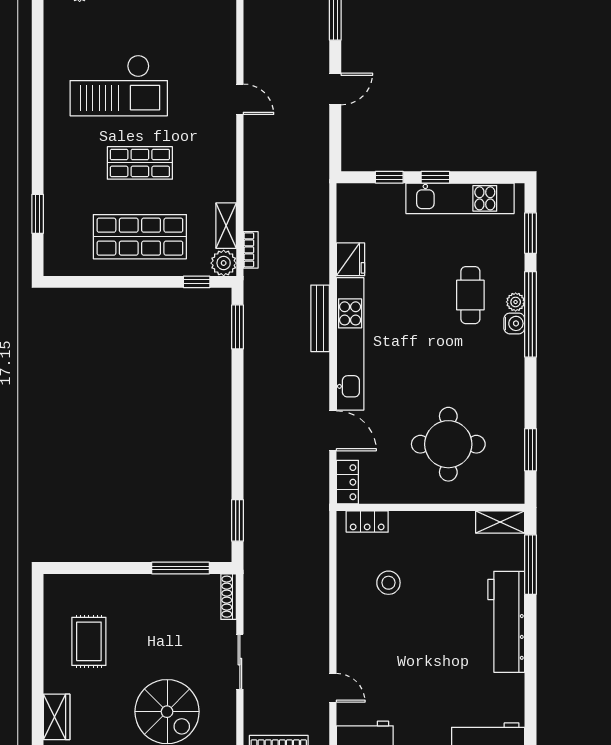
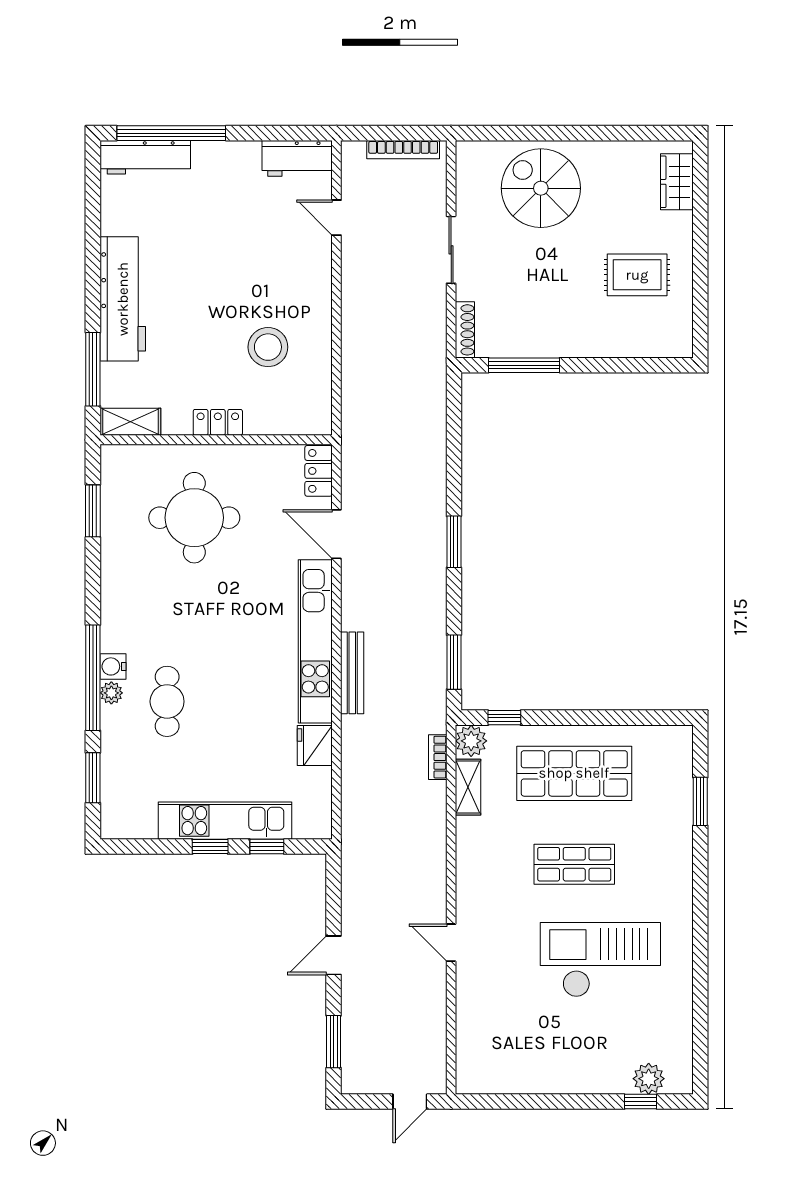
kitchen unit: (460, 198) -> (225, 821), moved
window: (238, 520) -> (454, 542), moved
locker: (367, 522) -> (218, 422), moved
stool: (388, 583) -> (268, 347), width x1.38, depth x1.38
rug: (89, 641) -> (637, 275), turned 90

